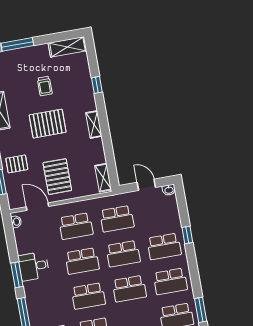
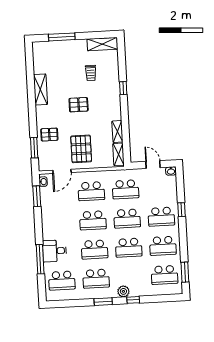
window: (97, 85) -> (123, 88), moved
trolley: (45, 86) -> (91, 73), moved
pallet: (48, 124) -> (79, 105), width x0.67, depth x0.71
shelving: (94, 124) -> (117, 132), moved
door: (37, 207) -> (62, 171), swing flipped
desk: (34, 266) -> (55, 251), moved
window: (17, 275) -> (37, 196), moved

